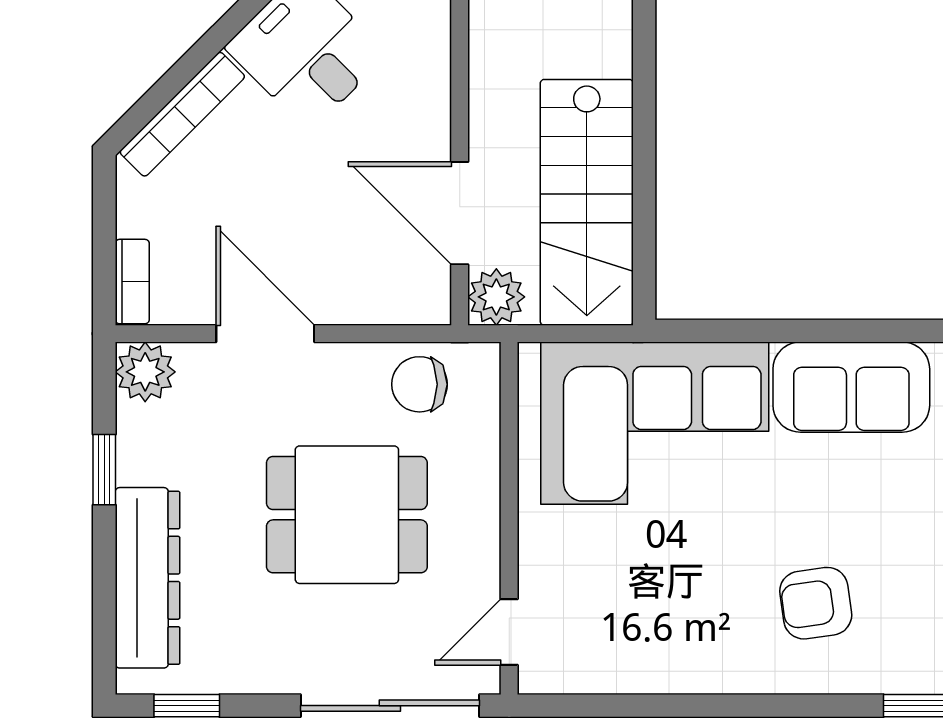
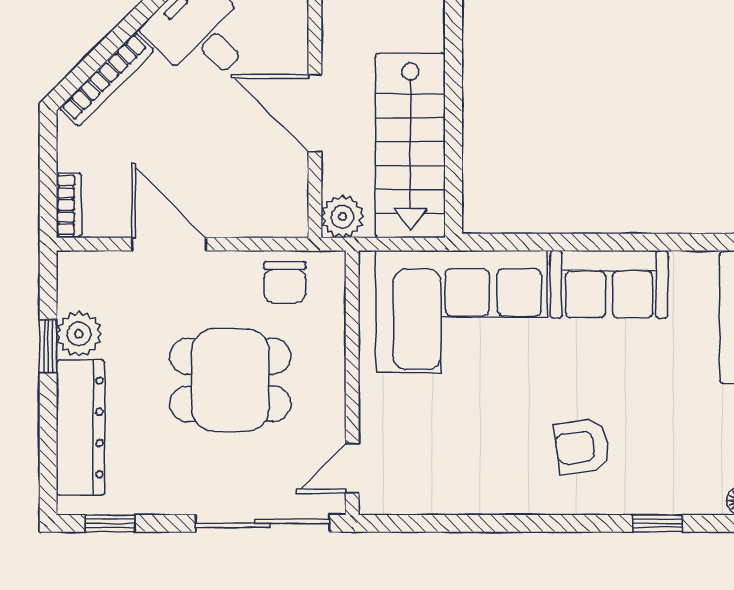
door: (460, 213) -> (315, 113), moved
plant: (145, 372) -> (79, 334), moved
chair: (420, 384) -> (285, 282), turned -90

